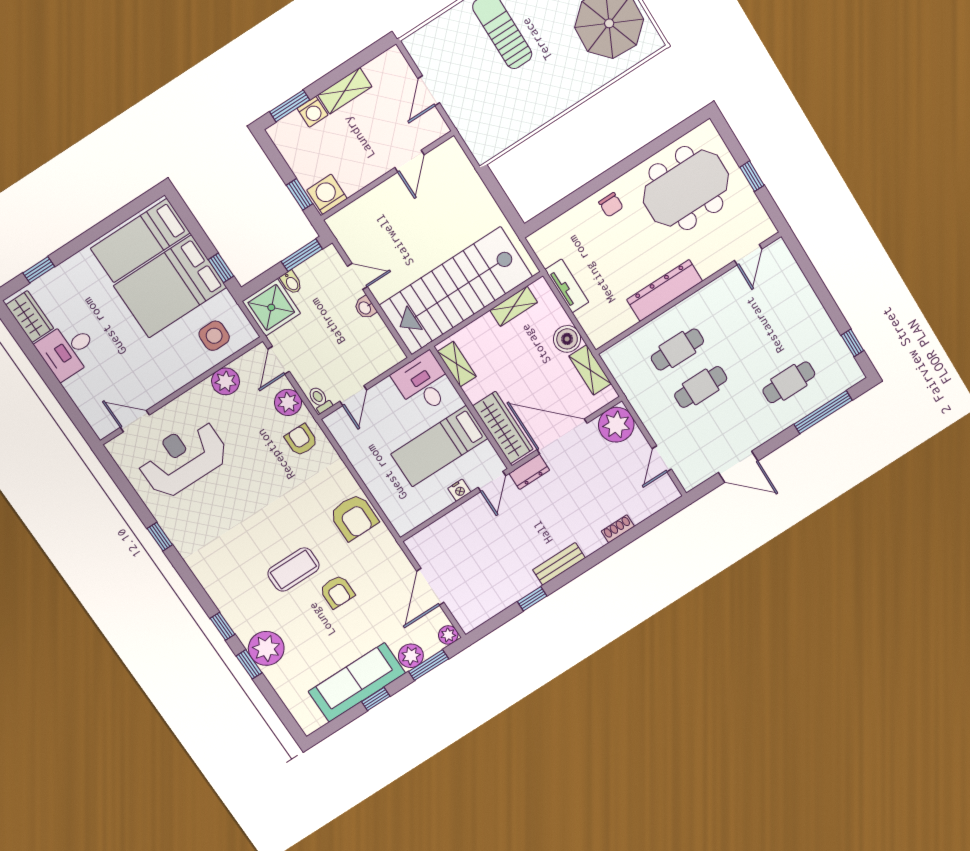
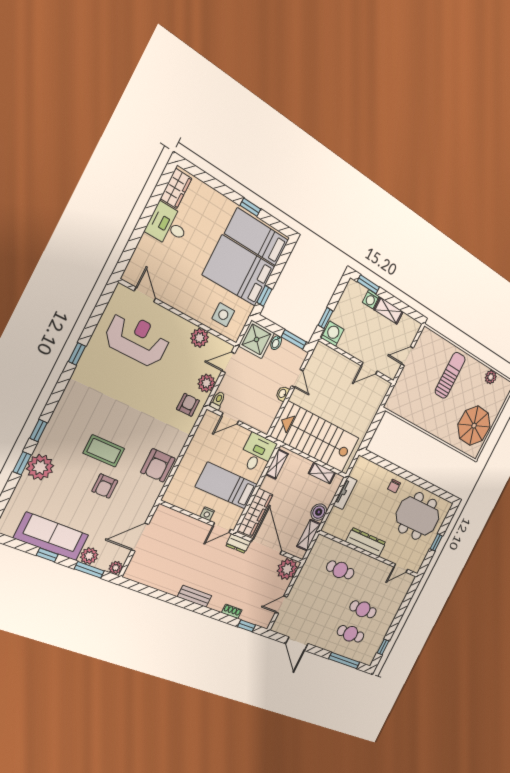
window: (39, 270) -> (250, 207), moved
cafe table: (701, 387) -> (363, 609), moved
window: (532, 599) -> (247, 626), moved

